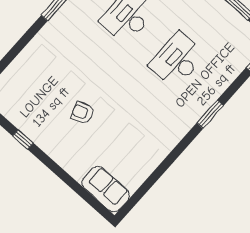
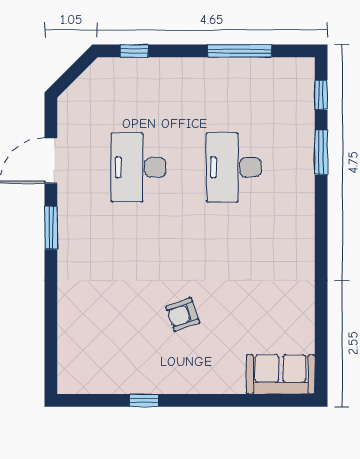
window: (210, 114) -> (321, 152), moved

